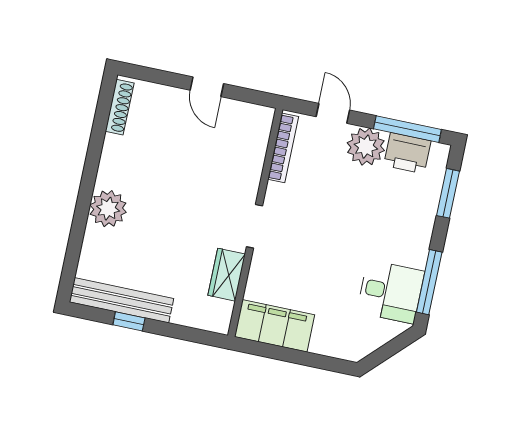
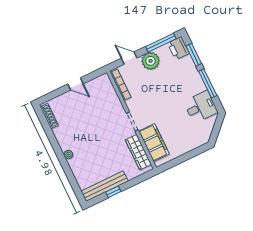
printer: (407, 153) -> (178, 48), moved, turned 90
plant: (108, 209) -> (68, 155), width x0.53, depth x0.53
wardrobe: (227, 275) -> (138, 152), width x1.50
window: (429, 282) -> (208, 83), moved
filing cabinet: (275, 326) -> (154, 143), moved, turned 90

